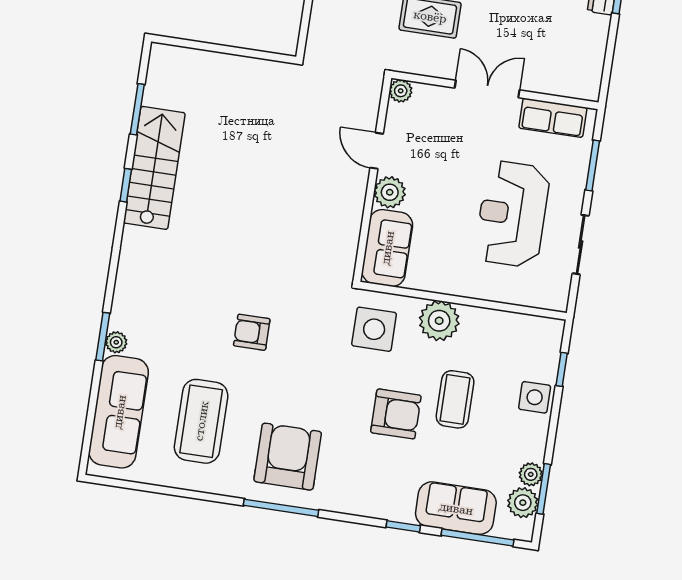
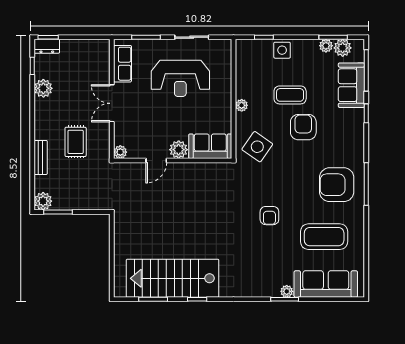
stairs: (154, 168) -> (173, 278), width x1.36, depth x1.51
plant: (439, 321) -> (242, 105), width x0.53, depth x0.53
side table: (374, 329) -> (257, 147), turned 35

